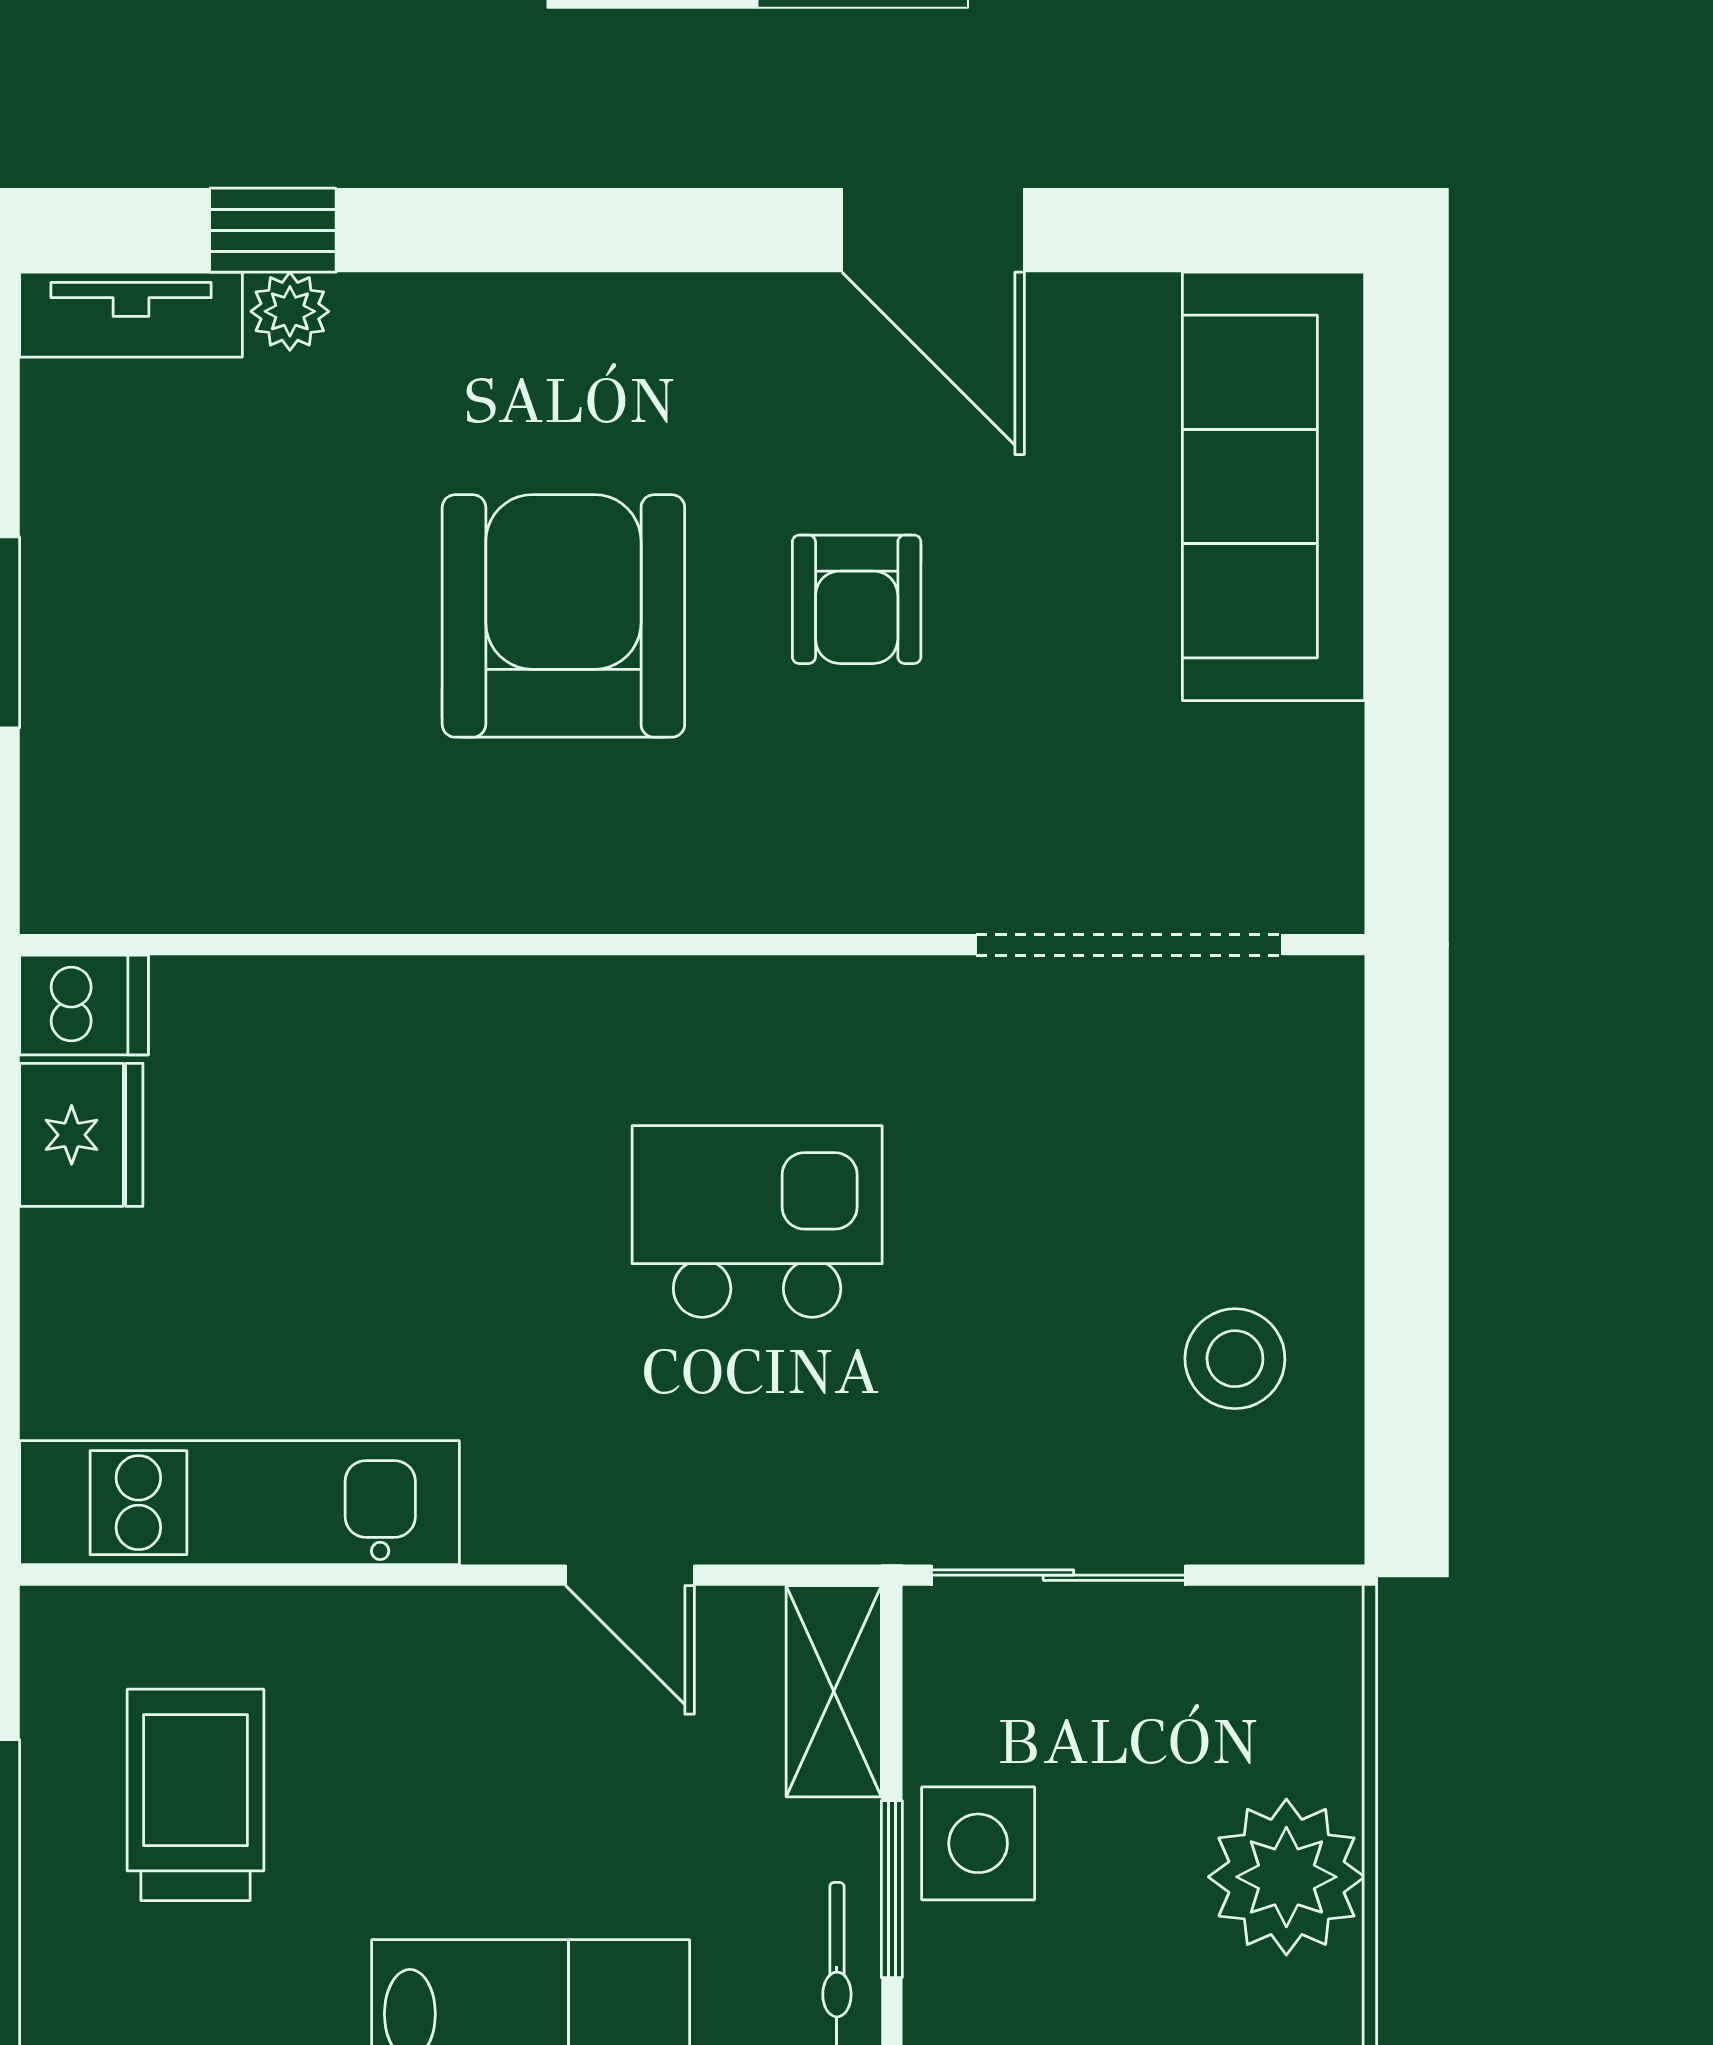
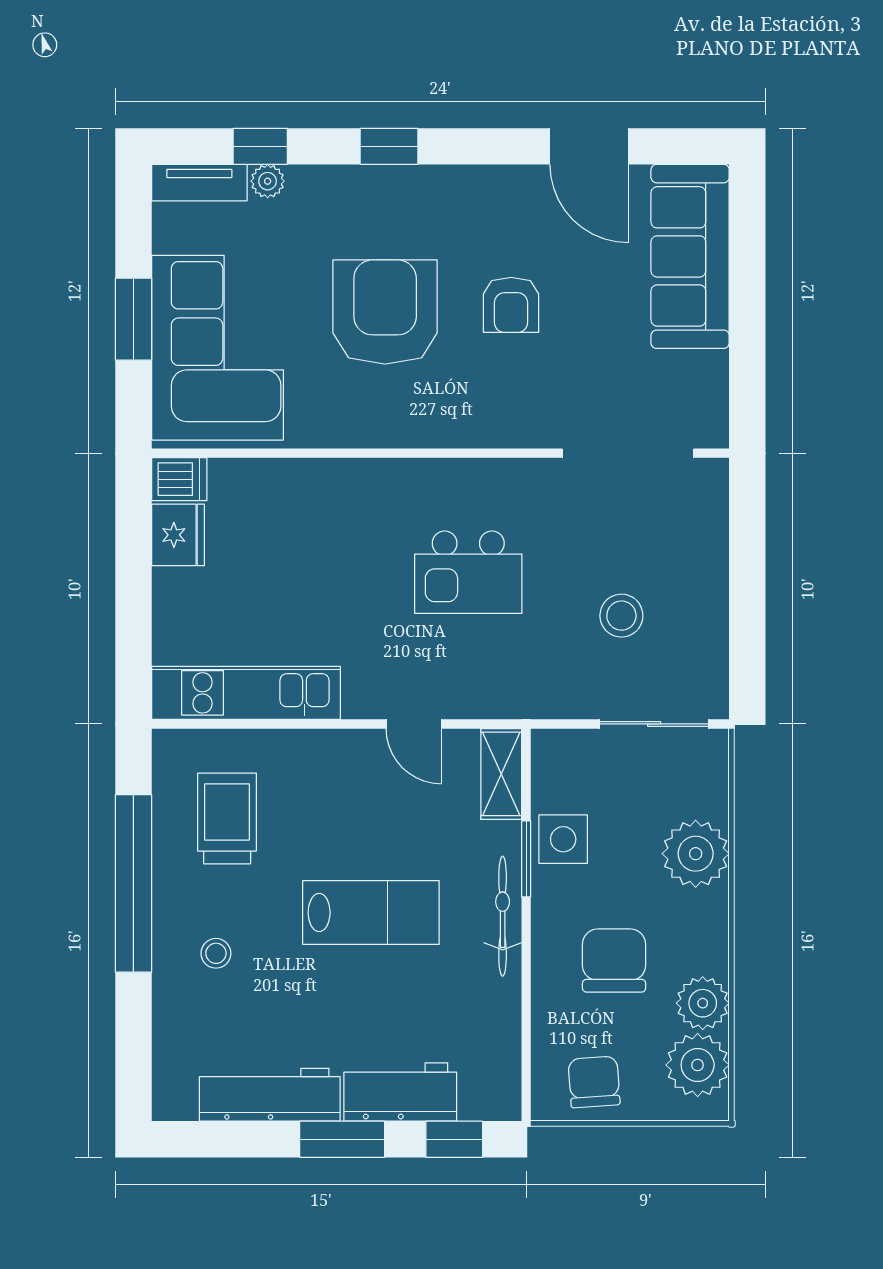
window: (573, 230) -> (389, 146), added
door: (933, 230) -> (589, 146), moved
corner sofa: (173, 699) -> (217, 348), added
kitchen island: (757, 1222) -> (468, 572), turned 180
stool: (1235, 1359) -> (621, 616), moved
sliding door: (1058, 1575) -> (654, 724), moved

